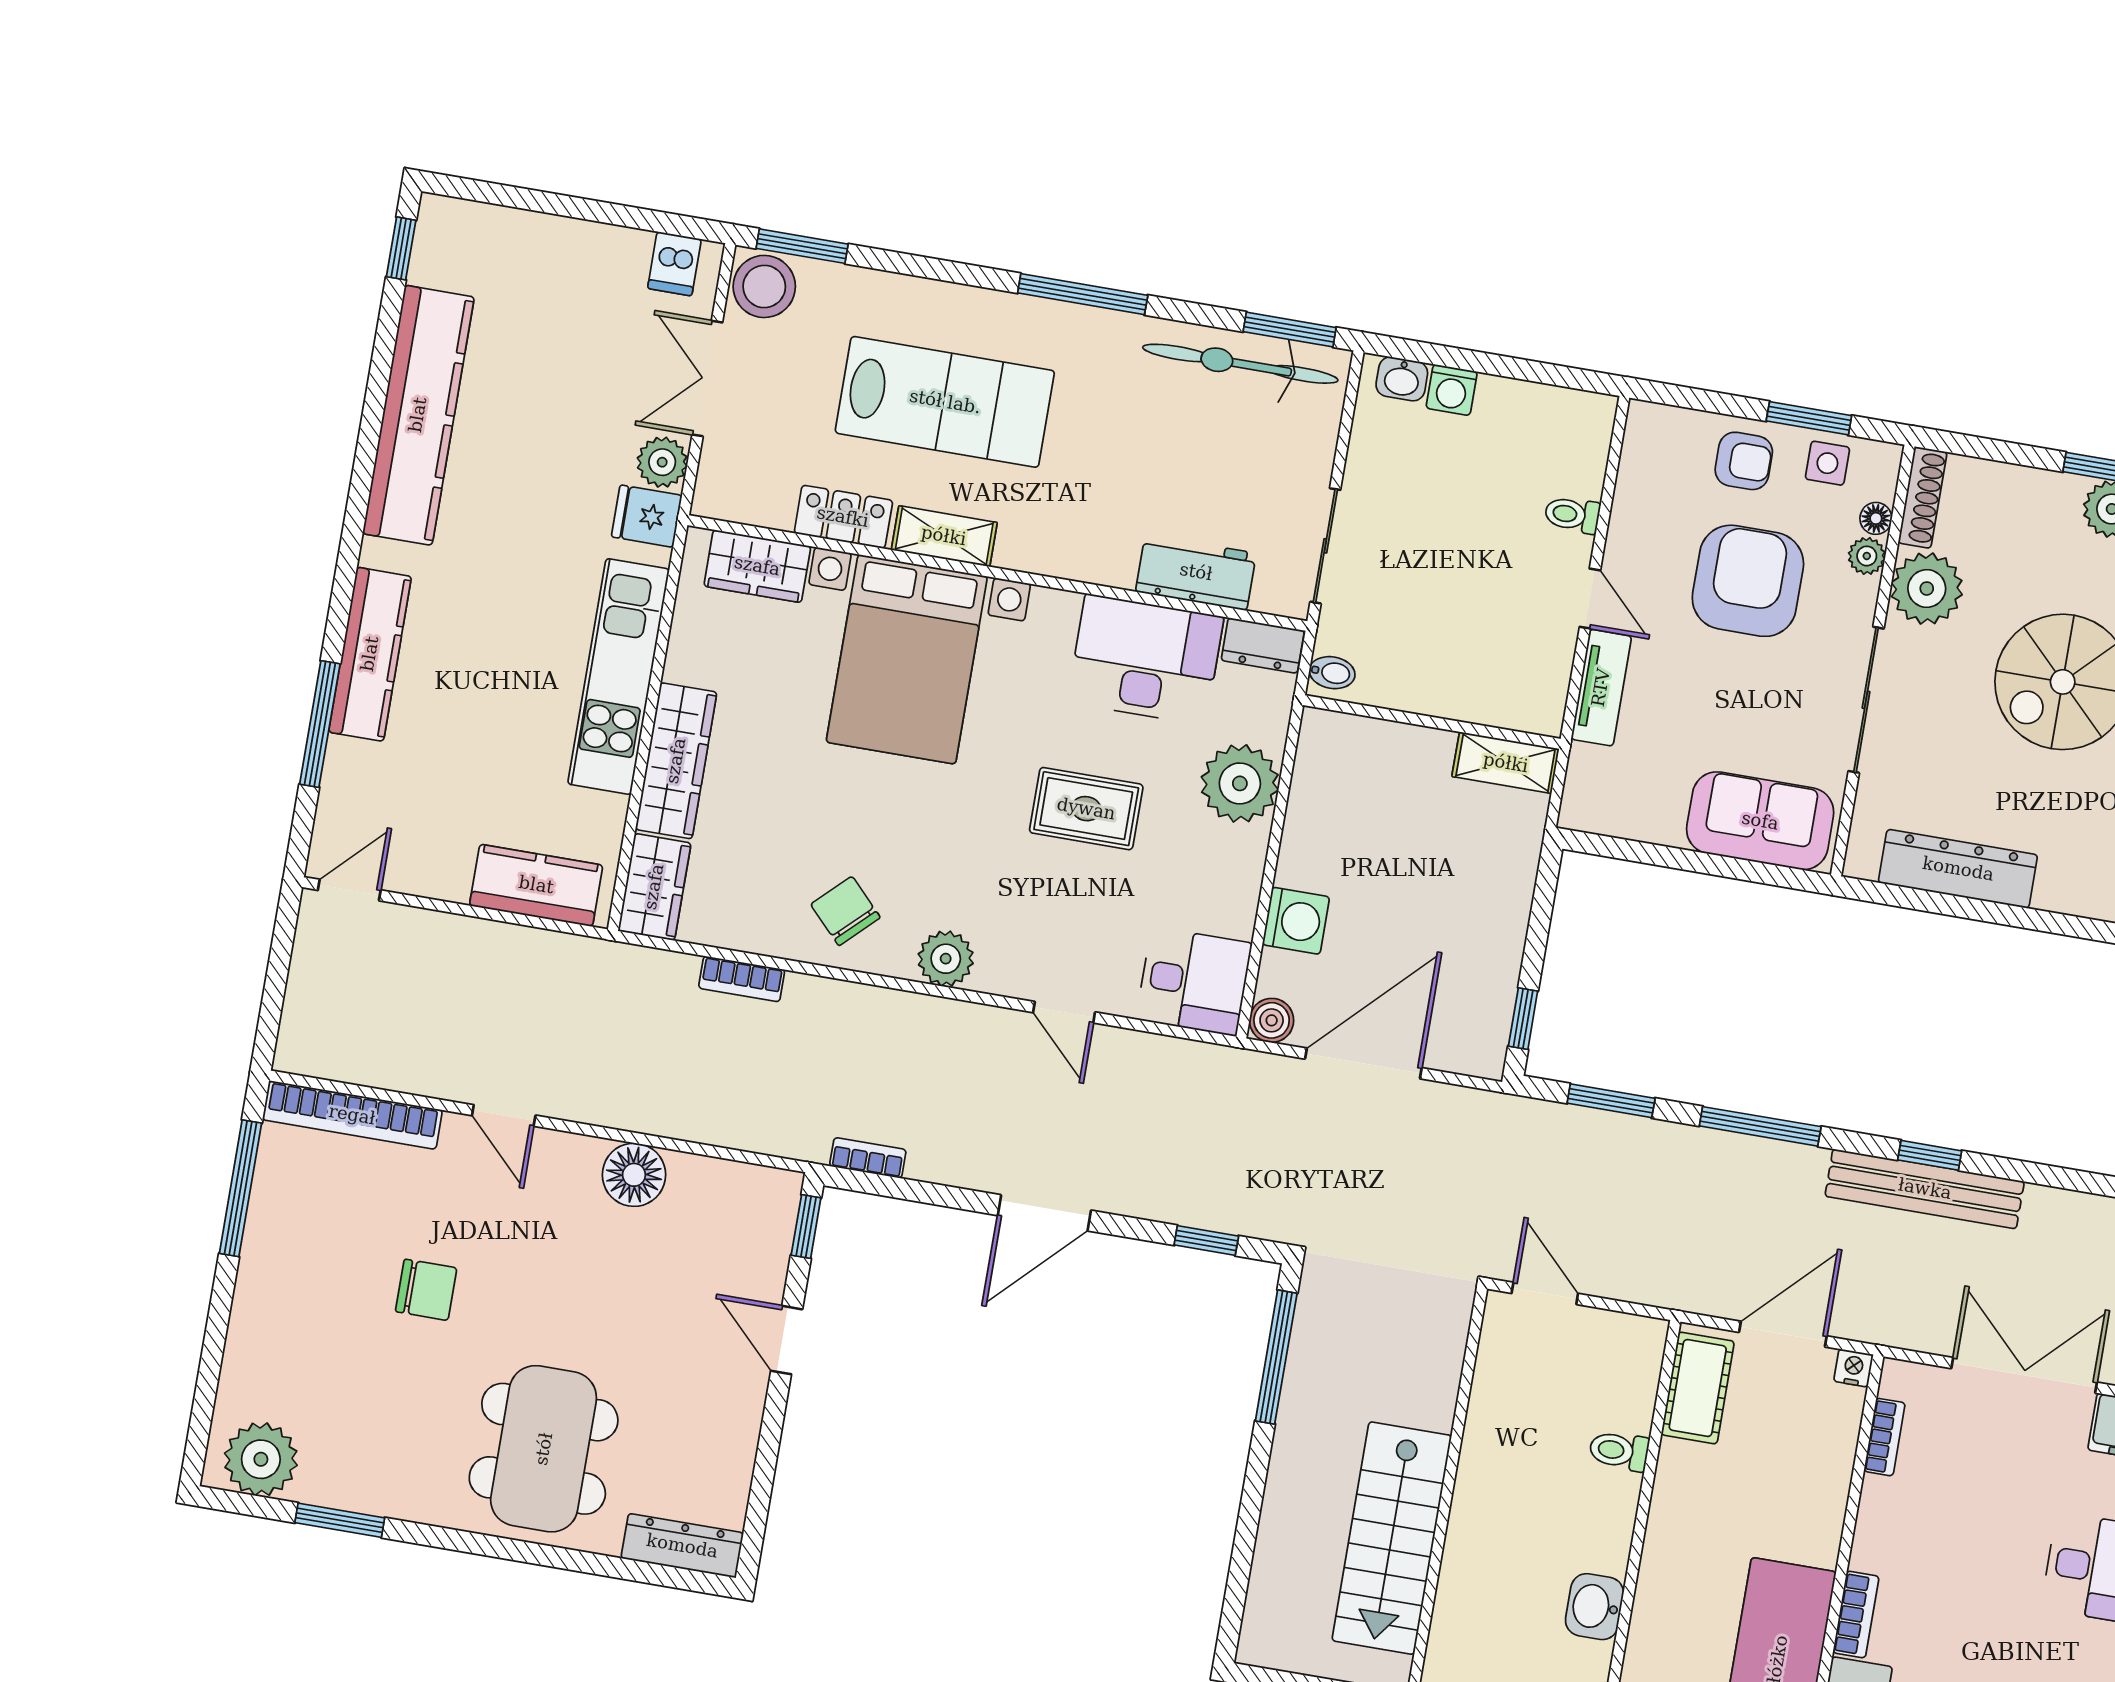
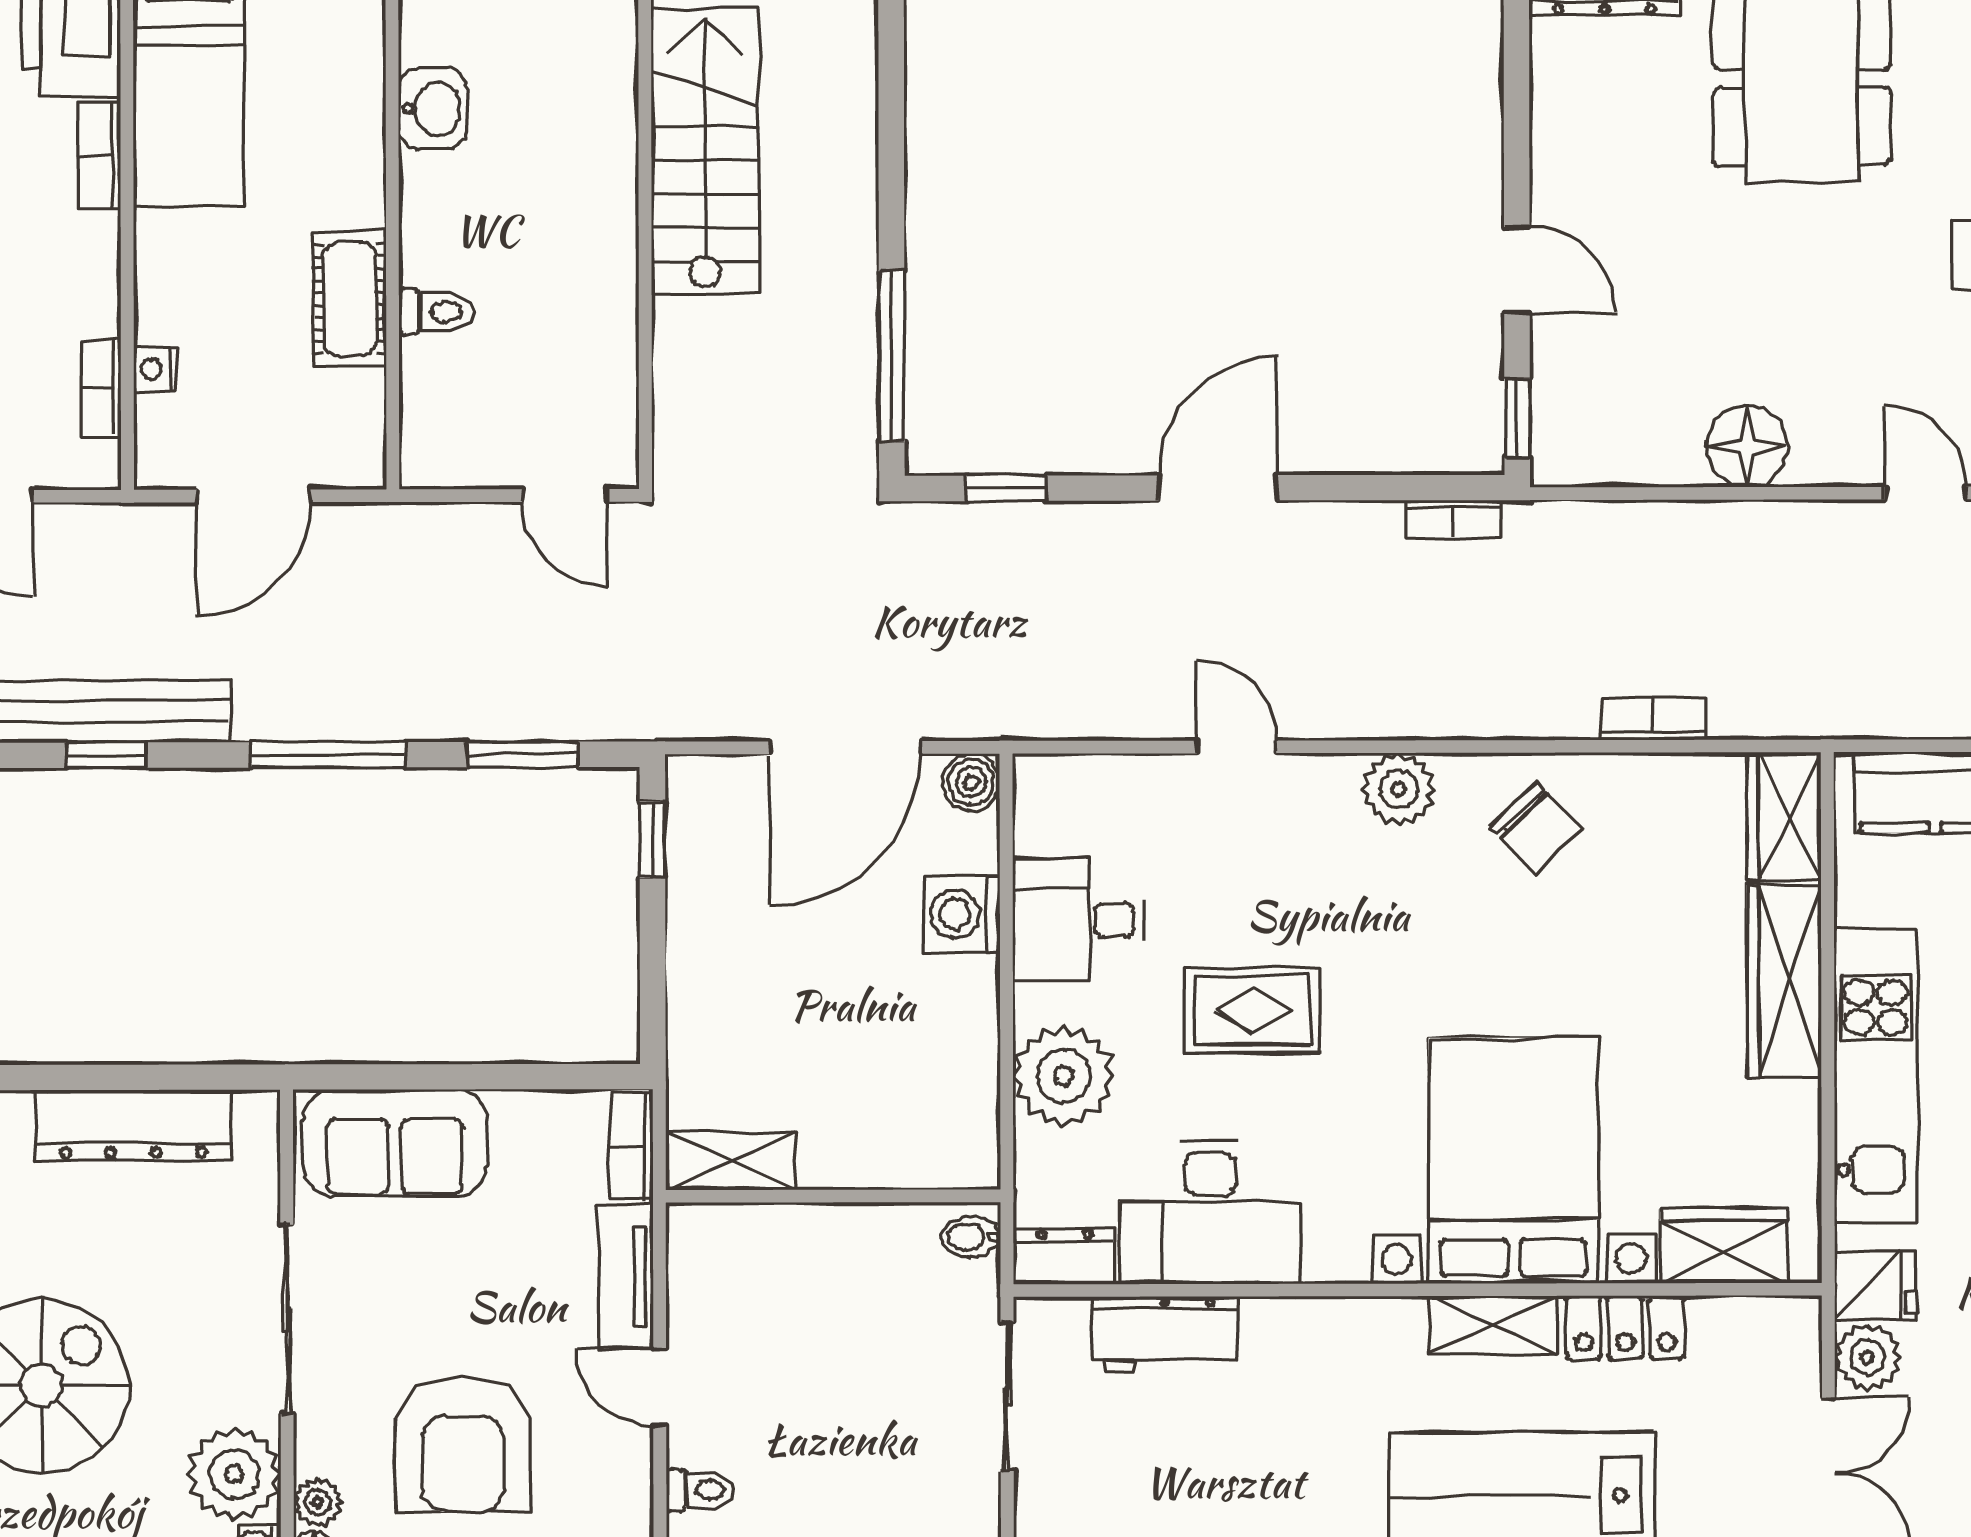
bookcase: (1580, 787) -> (632, 1146), added
desk: (1194, 981) -> (1079, 920), moved
nightstand: (1853, 1368) -> (155, 369), moved, turned 90
cot: (1698, 1388) -> (350, 299), moved

